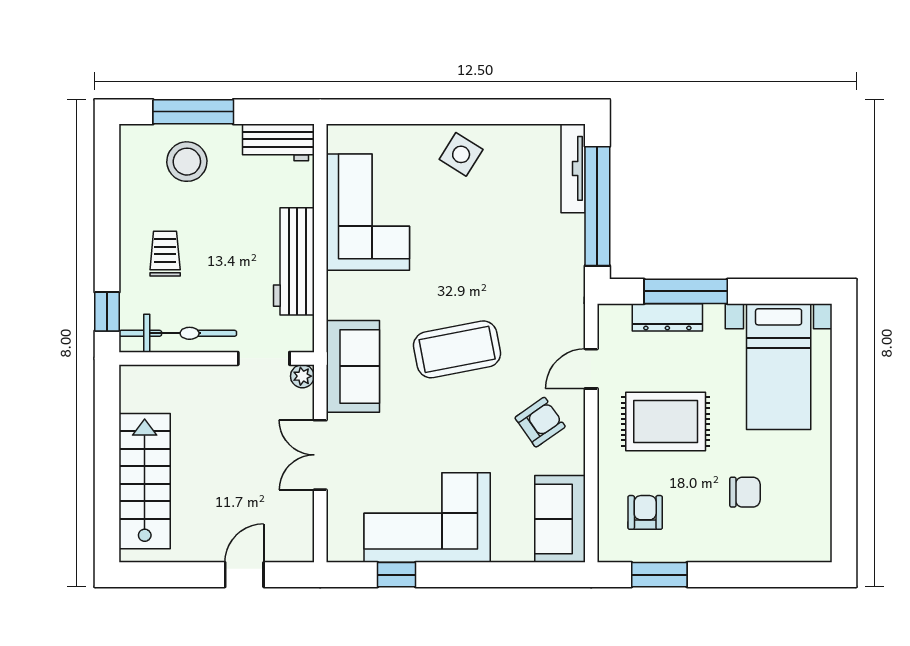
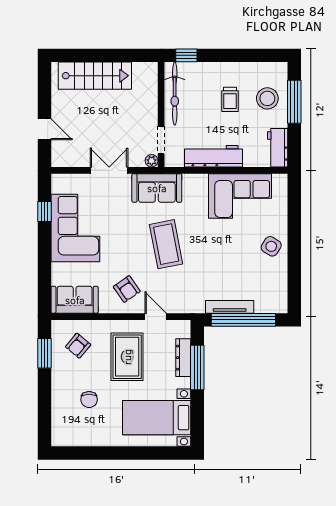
tv unit: (573, 168) -> (230, 307), moved
trolley: (165, 254) -> (230, 99), moved, turned 90
armchair: (645, 512) -> (78, 346), turned 130

